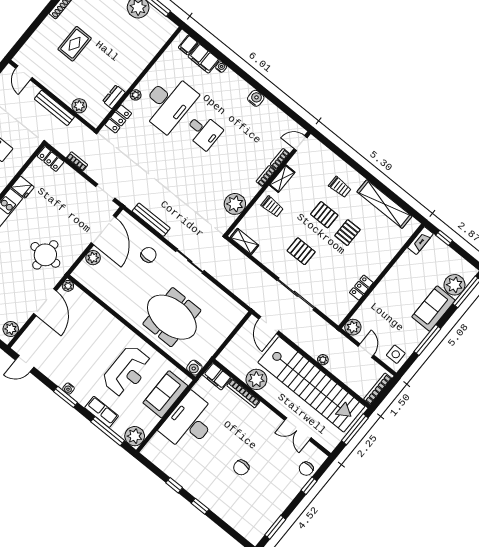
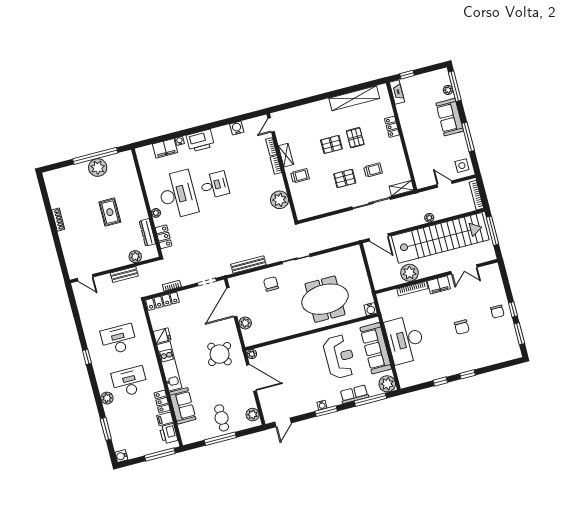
rug: (75, 44) -> (110, 212), moved
filing cabinet: (188, 45) -> (148, 152), removed
printer: (236, 87) -> (200, 141), added
dresser: (114, 97) -> (147, 232), width x1.44
water cooler: (256, 98) -> (237, 128), moved
bench: (54, 108) -> (124, 275), width x0.73
locker: (51, 159) -> (163, 301), width x1.53
trolley: (340, 187) -> (373, 170), moved
door: (103, 230) -> (232, 302), swing flipped
shelving: (244, 241) -> (401, 188), moved
round table: (45, 255) -> (220, 354), turned -33
plant: (454, 285) -> (448, 90), width x0.53, depth x0.53
locker: (361, 288) -> (392, 127), moved
plant: (353, 327) -> (422, 181), removed
filing cabinet: (217, 376) -> (439, 285), moved
sofa: (165, 394) -> (376, 348), width x1.36
chair: (306, 469) -> (497, 312), moved
window: (309, 486) -> (513, 309), moved

